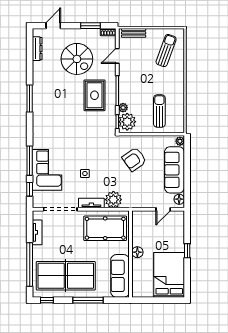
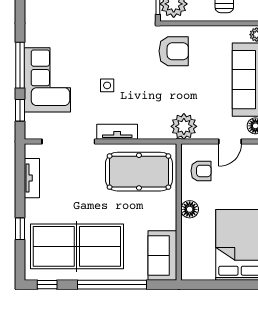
armchair: (134, 159) -> (174, 51), moved, turned -145
plant: (113, 200) -> (184, 126), moved
armchair: (145, 228) -> (201, 171), added
window: (30, 265) -> (20, 229), width x0.32
sofa: (120, 276) -> (162, 255), width x0.73
window: (88, 300) -> (112, 285), width x1.46

